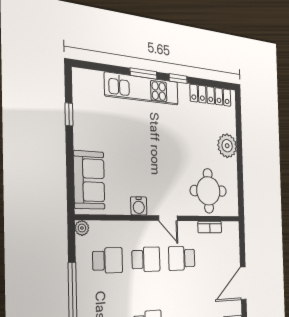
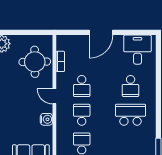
door: (168, 218) -> (54, 96), swing flipped
door: (243, 283) -> (101, 32), hinge flipped

